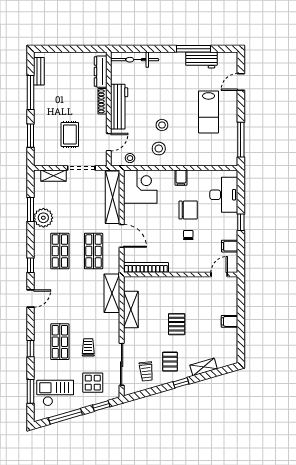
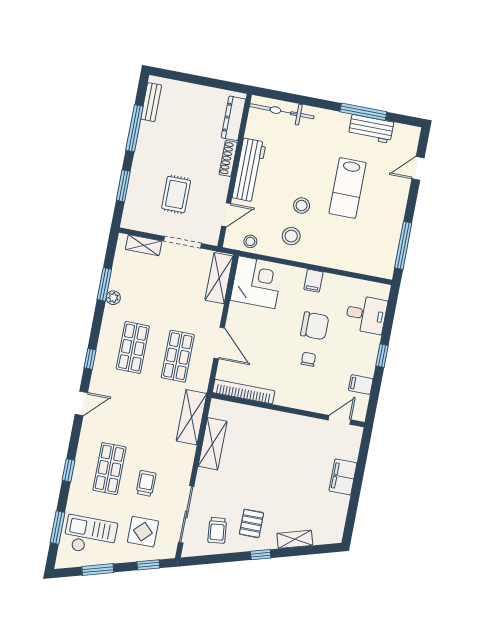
lab bench: (209, 112) -> (347, 188), moved
desk: (224, 195) -> (366, 314), width x0.73
shelving: (112, 197) -> (219, 278), width x0.68
plant: (43, 218) -> (113, 298), width x0.53, depth x0.53
filing cabinet: (230, 321) -> (343, 477), width x2.00
pallet: (177, 324) -> (270, 475), removed
window: (65, 416) -> (98, 570), width x0.69

